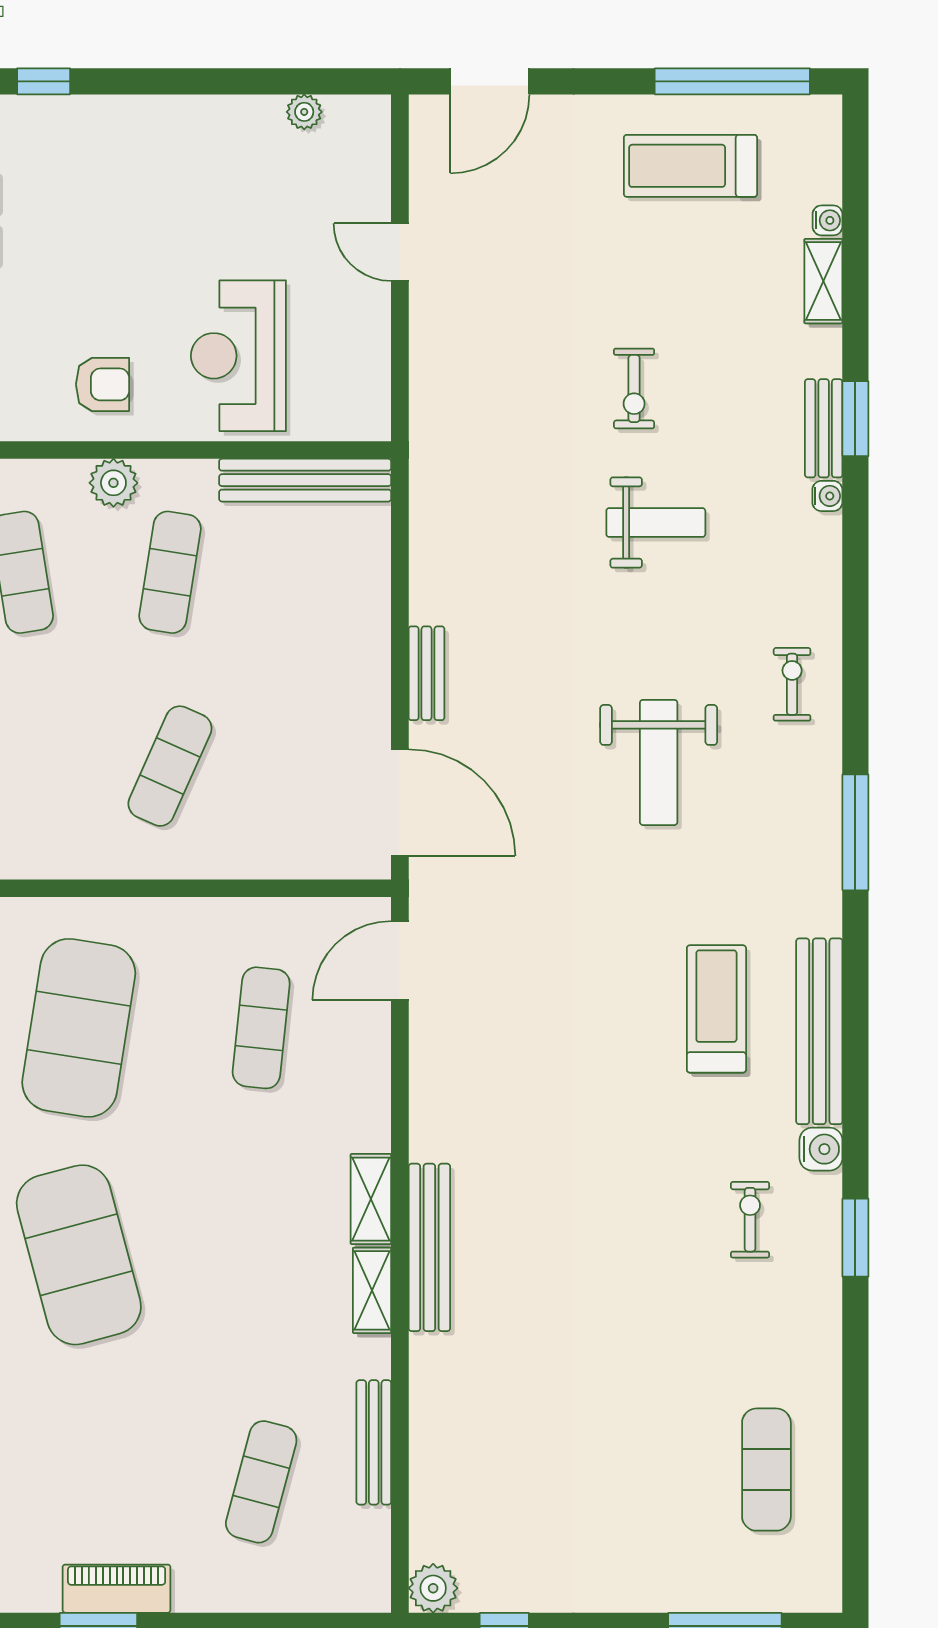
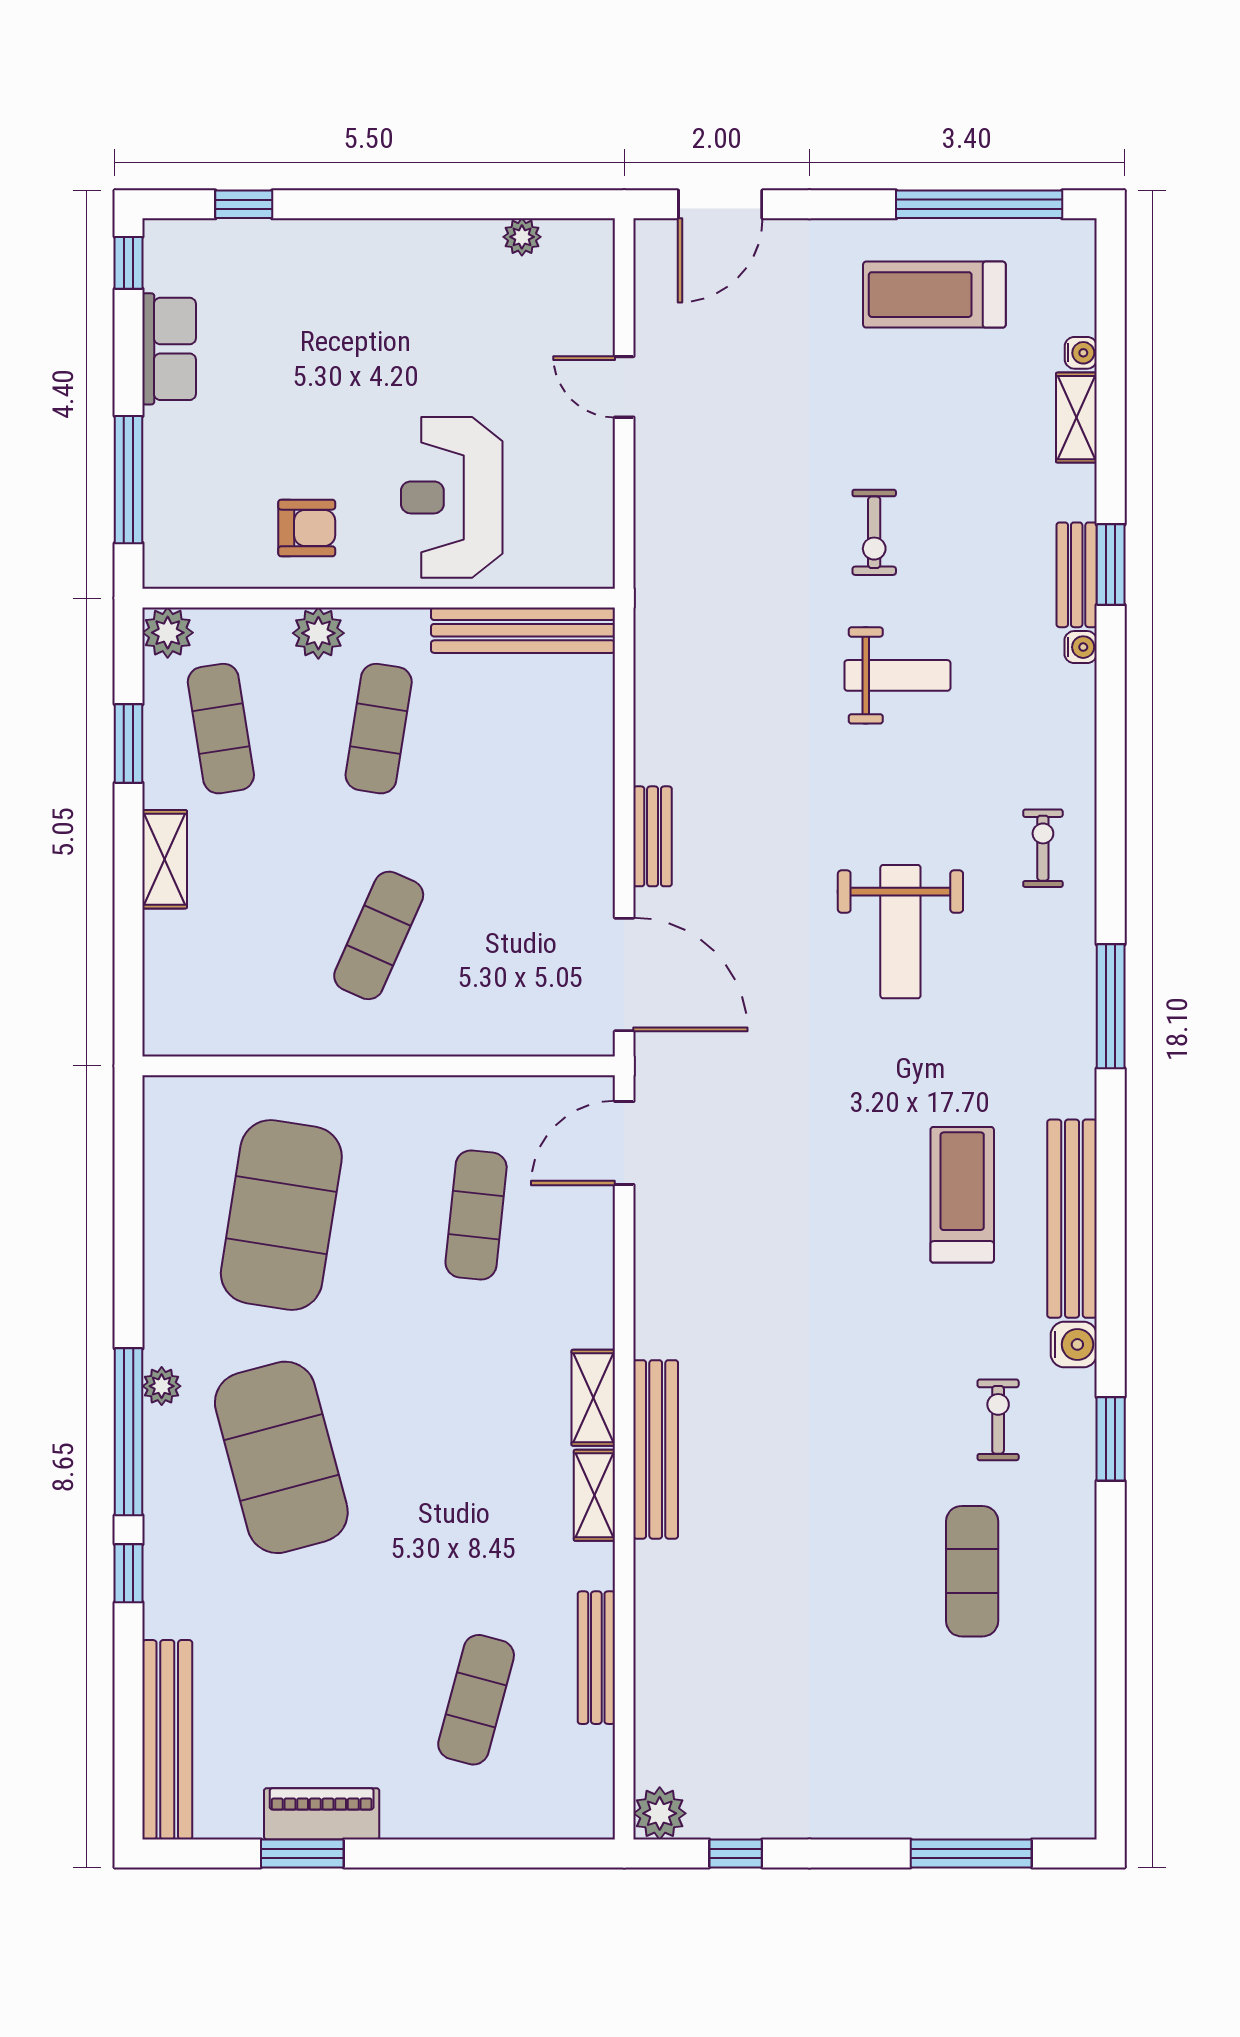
exercise mat: (766, 1470) -> (972, 1571), moved

